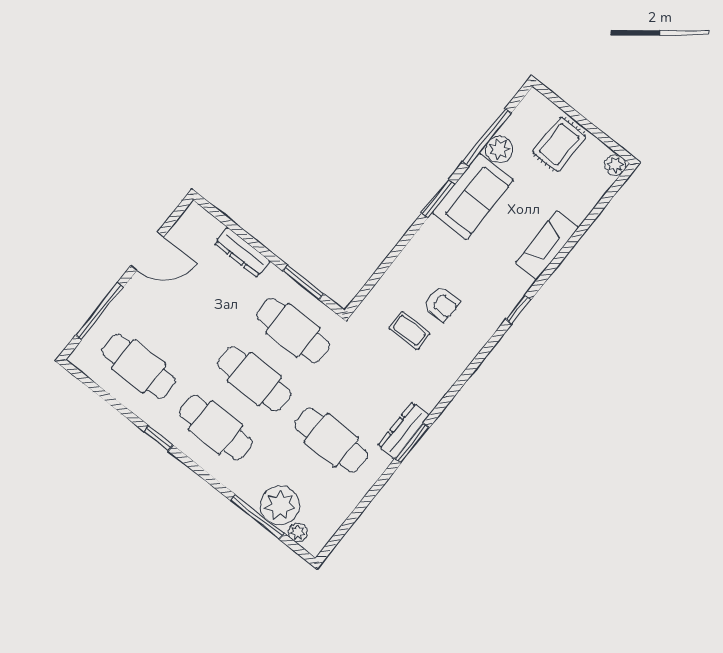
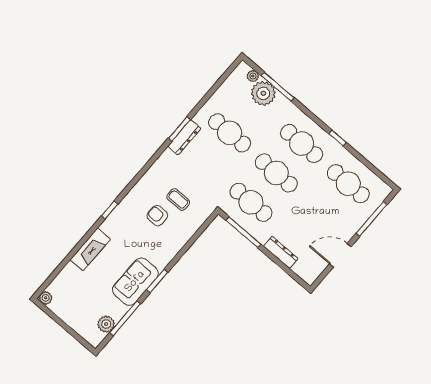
rug: (559, 144) -> (80, 312), removed
plant: (499, 149) -> (106, 324), moved
window: (303, 282) -> (243, 232), width x1.44

